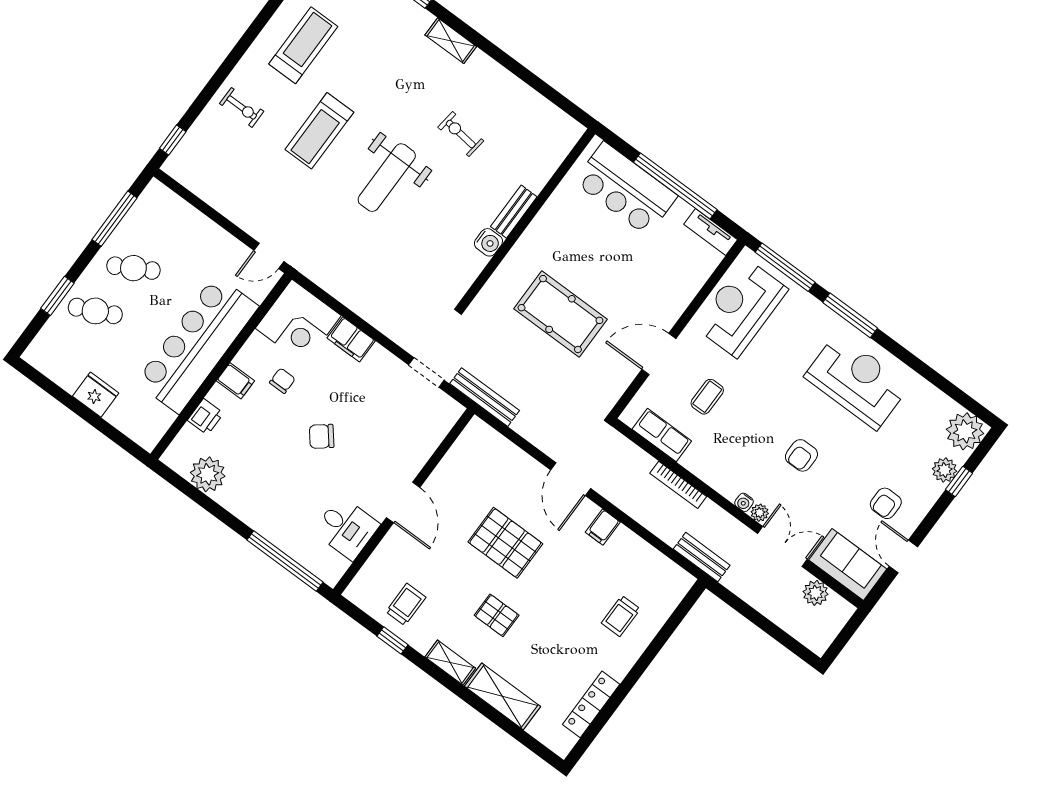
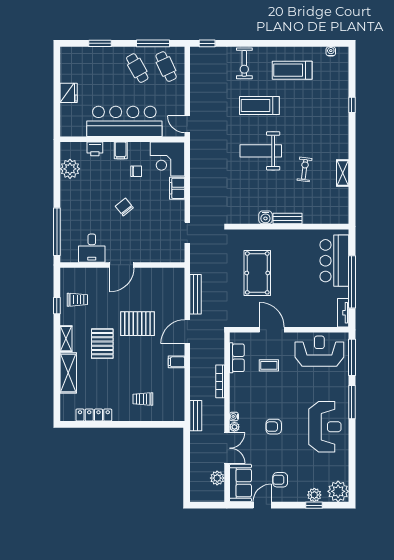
shelving: (451, 41) -> (343, 173), moved
treadmill: (303, 45) -> (292, 70), turned 180
exercise bike: (242, 107) -> (244, 63), width x1.38, depth x1.39
cafe table: (95, 311) -> (166, 67), moved
bench: (485, 397) -> (195, 294), moved
pallet: (505, 543) -> (137, 324), turned 90
pallet: (497, 615) -> (102, 344), width x1.50, depth x1.42

